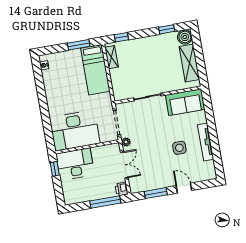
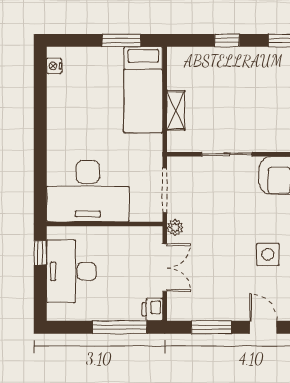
window: (121, 37) -> (227, 40), moved
shelving: (112, 57) -> (176, 110), moved
desk: (75, 164) -> (71, 271), moved, turned -90

